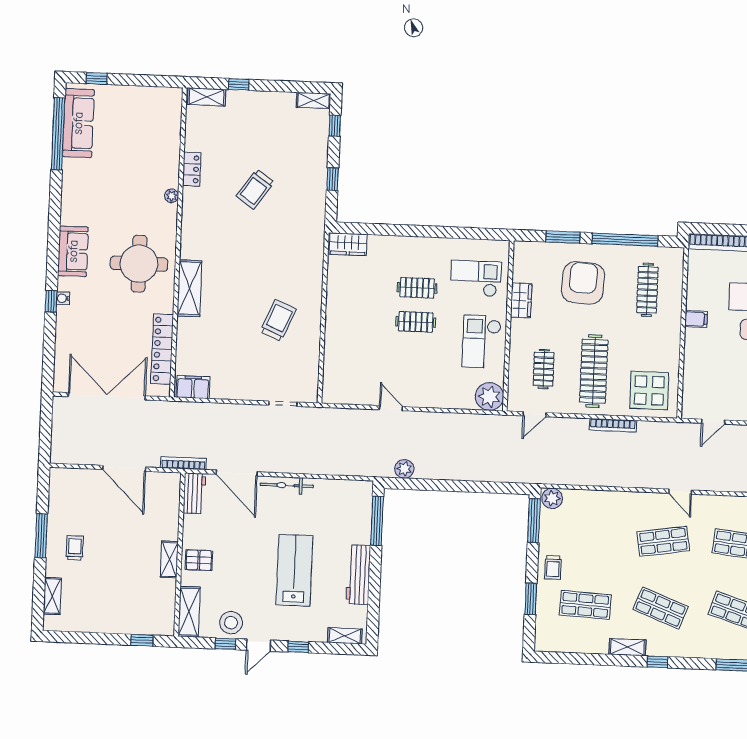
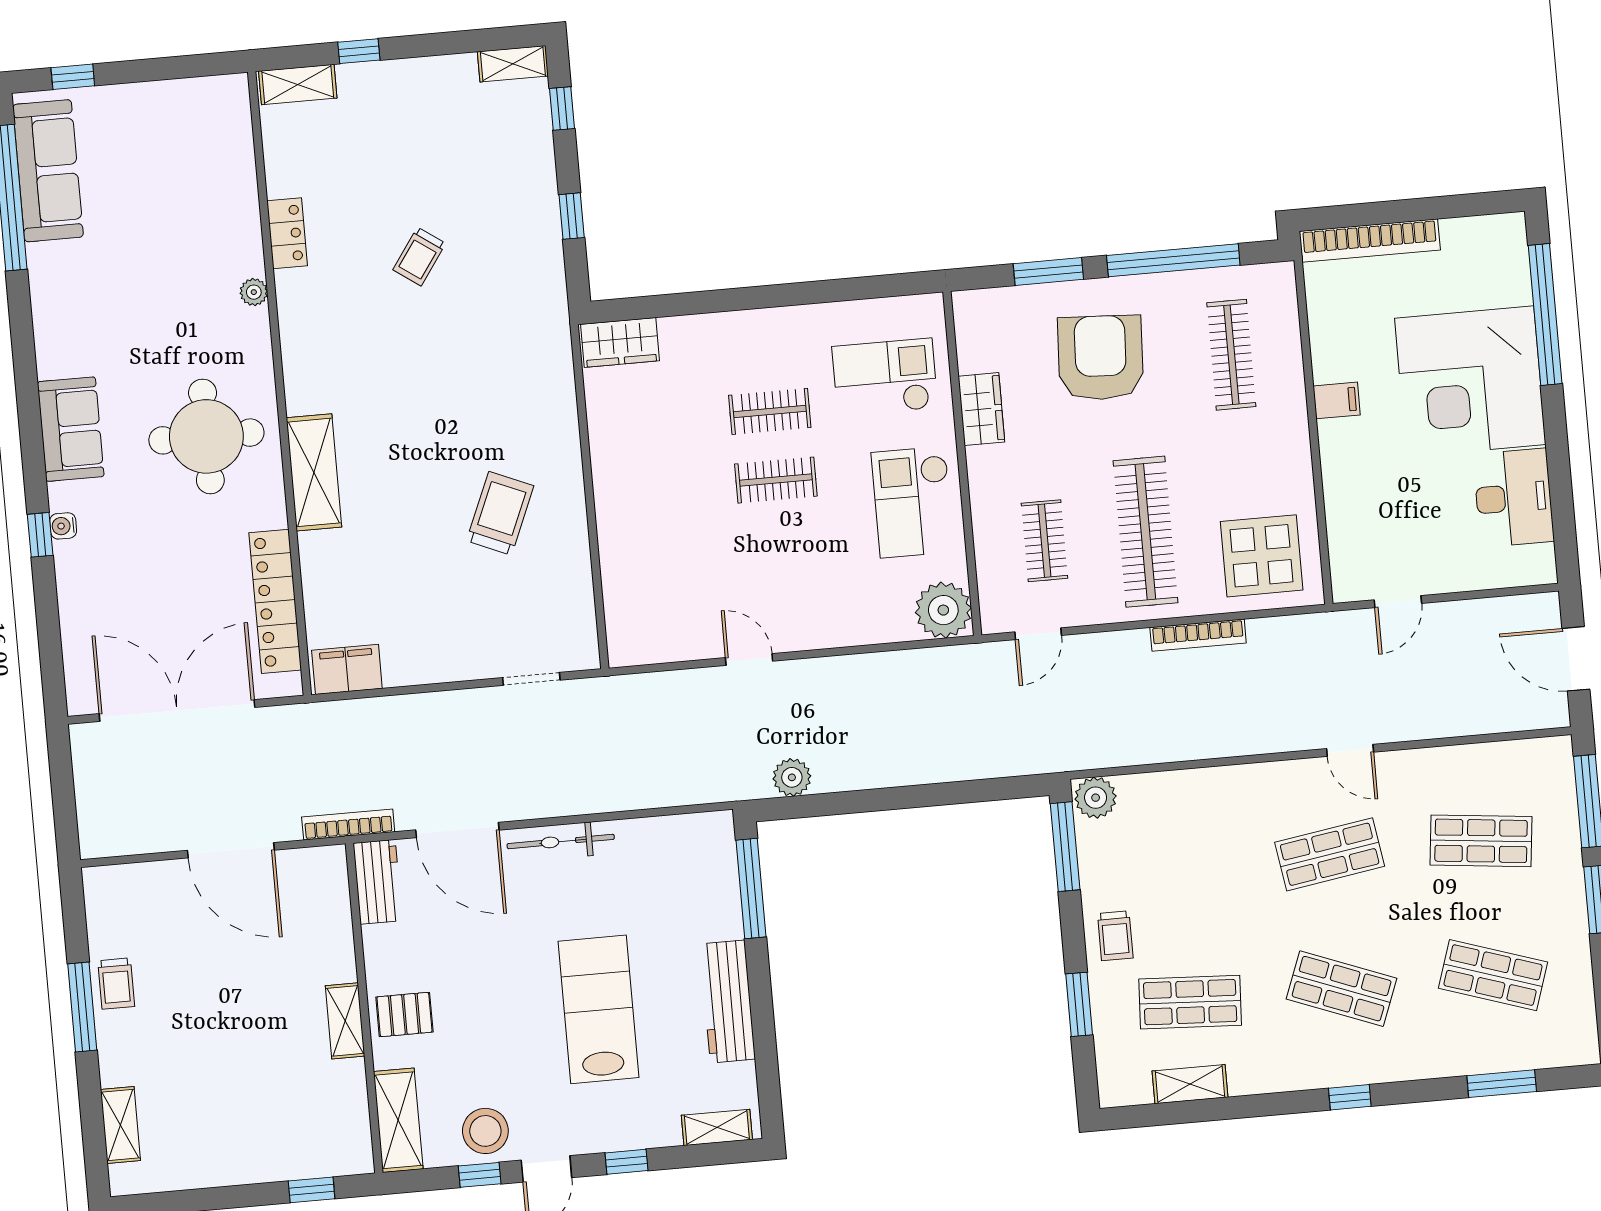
trolley: (255, 189) -> (419, 257), width x0.73, depth x0.72
trolley: (75, 548) -> (116, 984), moved, turned 180
shelving: (627, 647) -> (1190, 1084), moved

